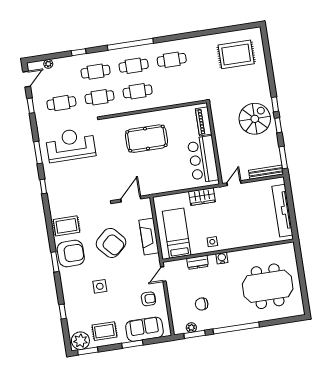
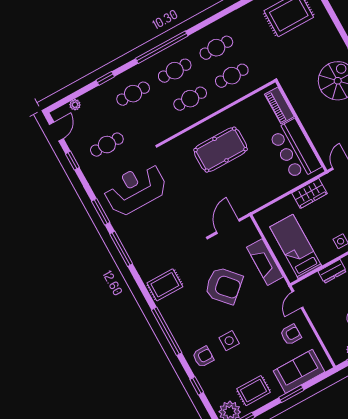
cafe table: (99, 97) -> (232, 76), moved
window: (43, 186) -> (121, 249), width x2.17
armchair: (71, 254) -> (203, 357), moved, width x0.53, depth x0.53
window: (55, 262) -> (167, 331), width x2.11

